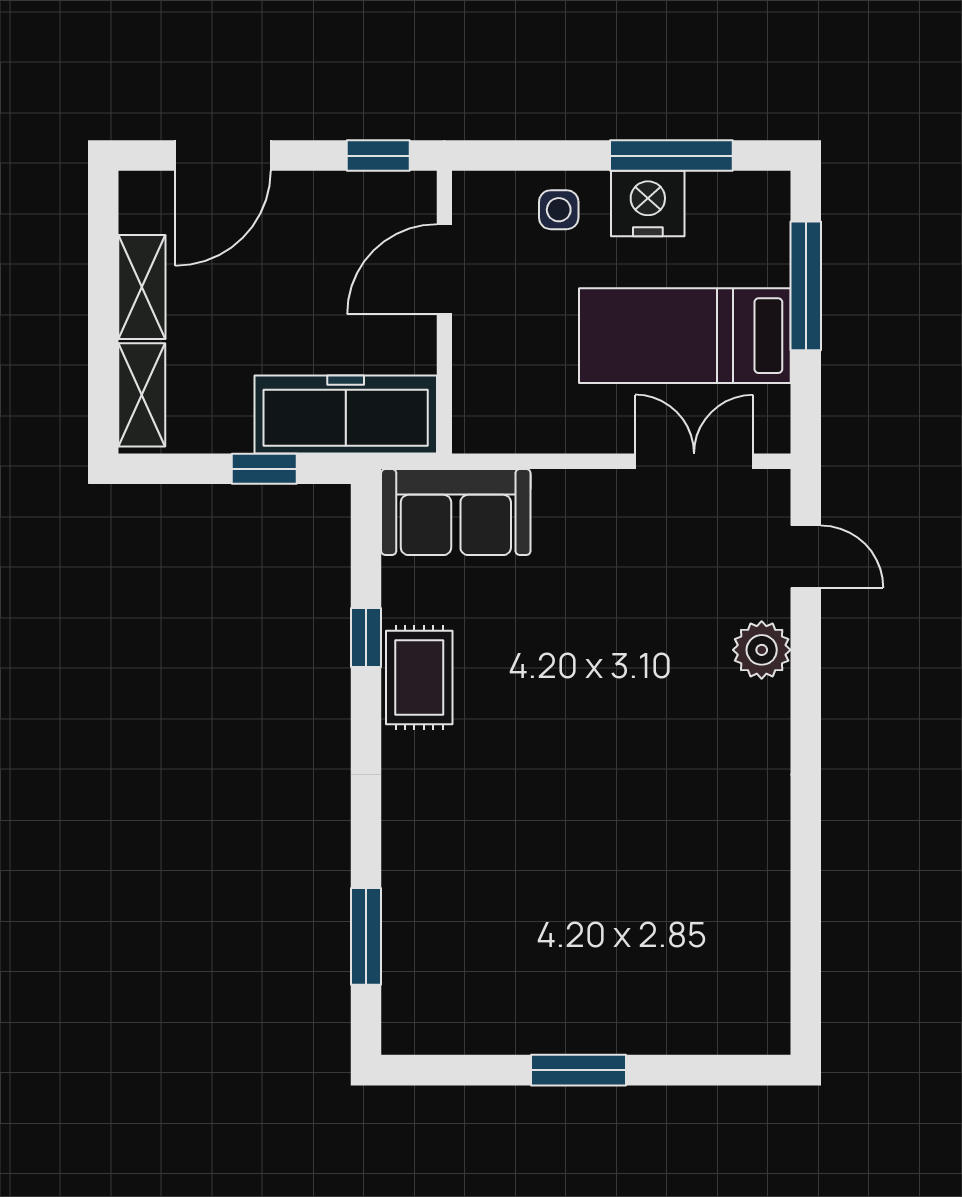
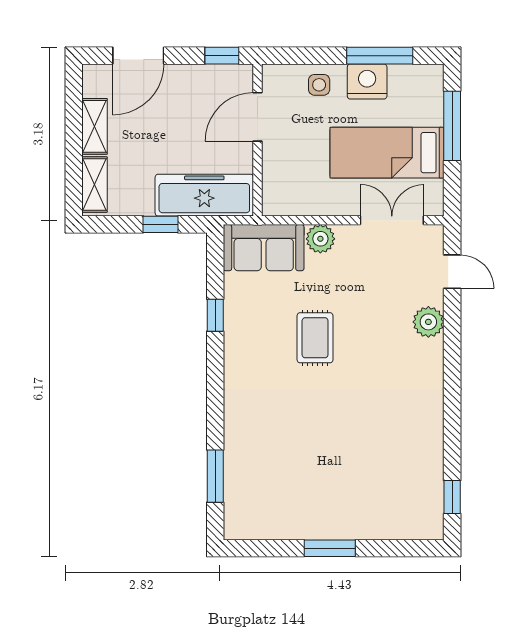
plant: (561, 495) -> (320, 239), added
rug: (419, 677) -> (315, 338), moved
window: (806, 975) -> (452, 497), added

